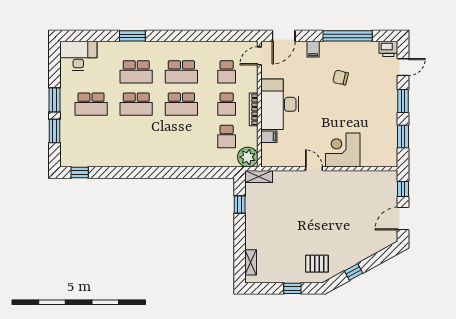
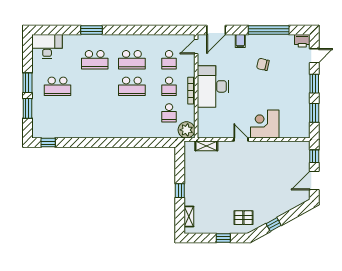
school desk: (136, 104) -> (95, 86), removed
filing cabinet: (269, 137) -> (204, 113), removed
shelving: (259, 177) -> (206, 146), moved
window: (240, 205) -> (180, 191), moved

